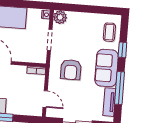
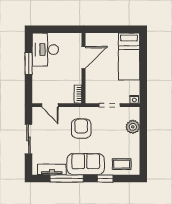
plant: (60, 17) -> (133, 127), moved
armchair: (71, 70) -> (81, 128), turned 90
door: (45, 99) -> (50, 105), hinge flipped

